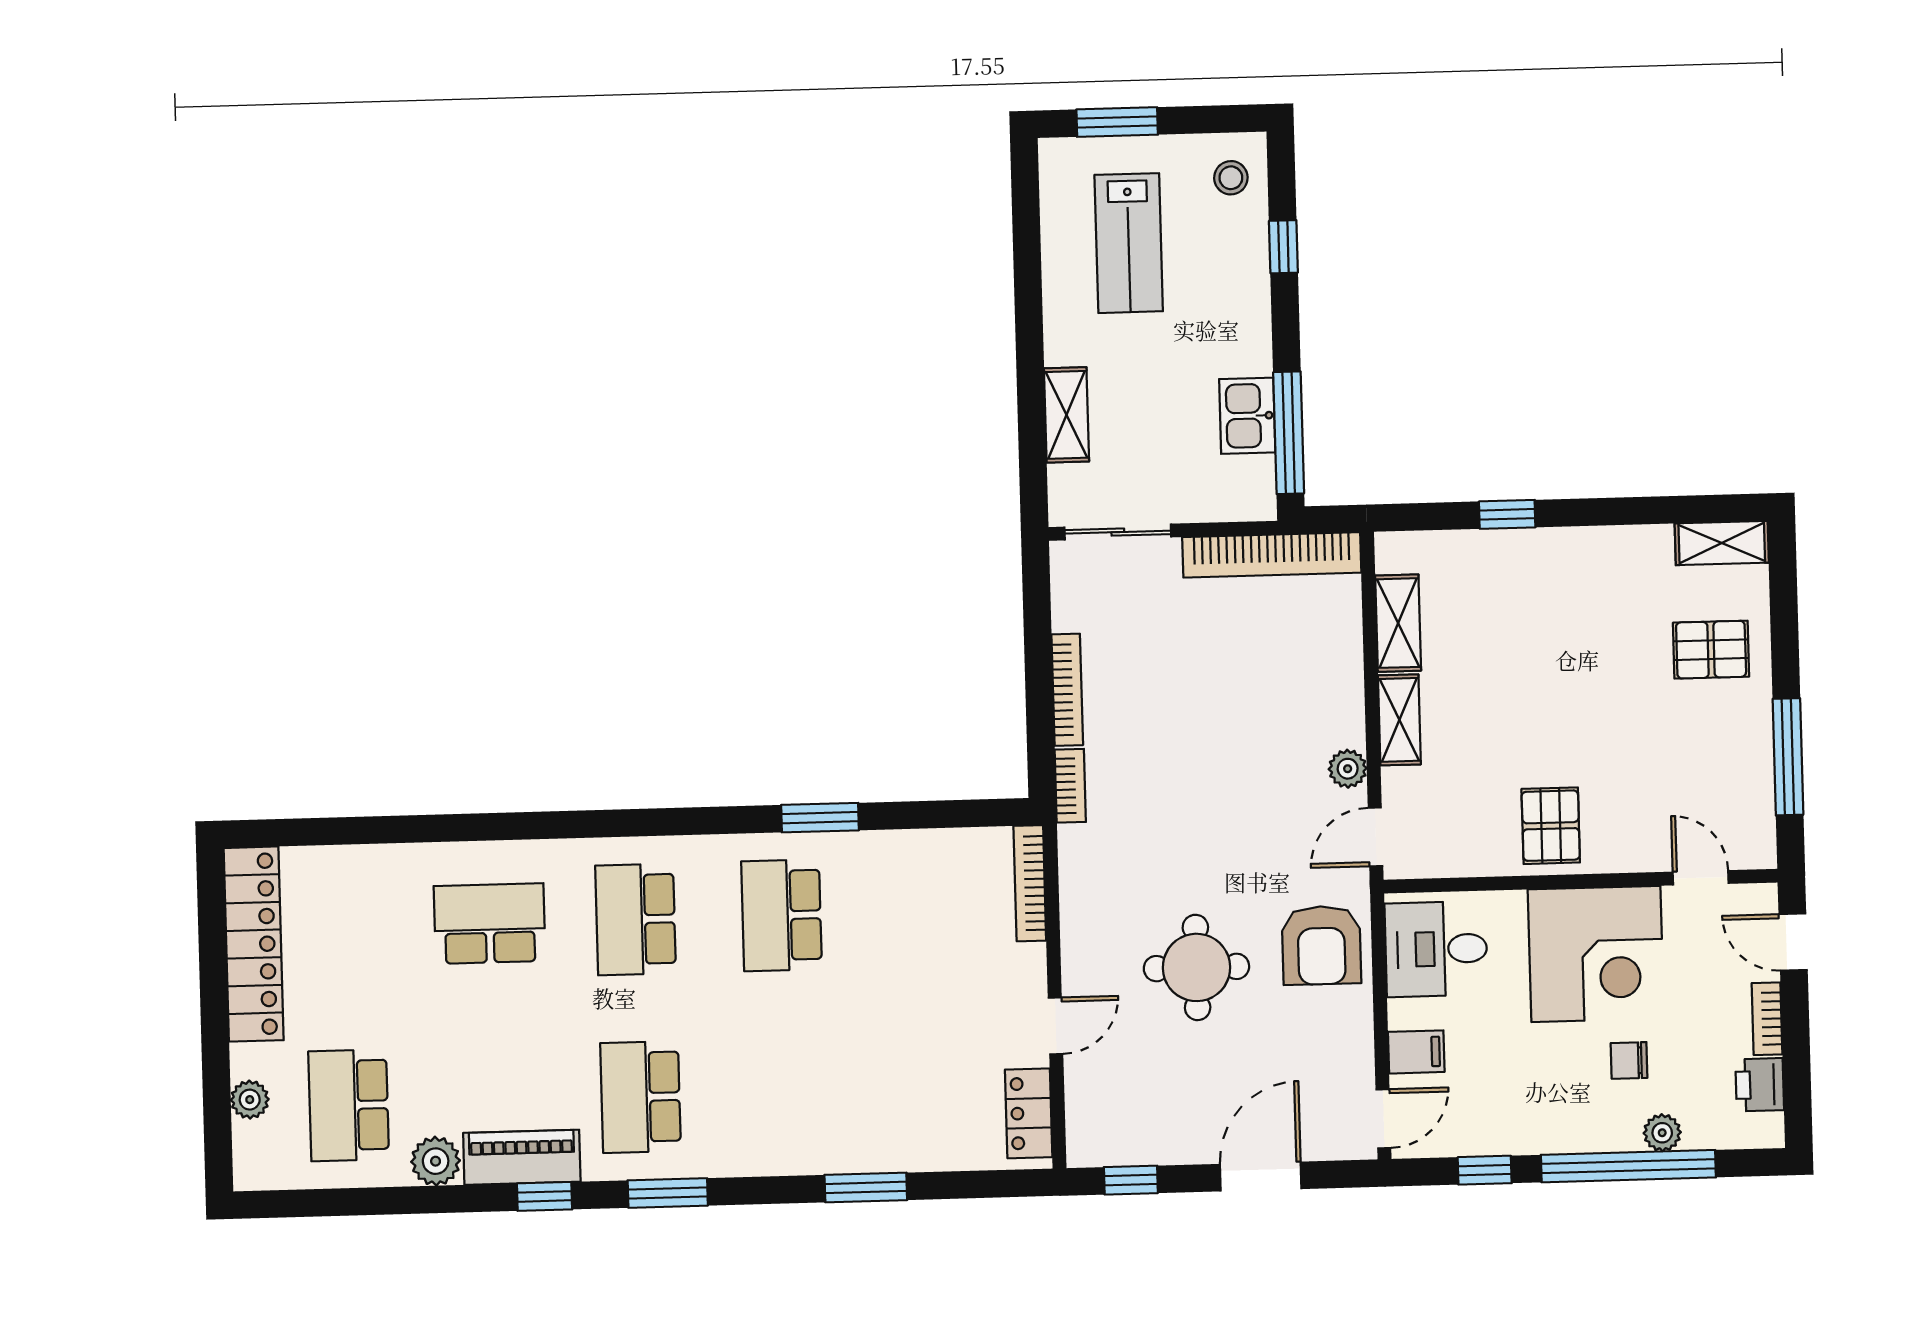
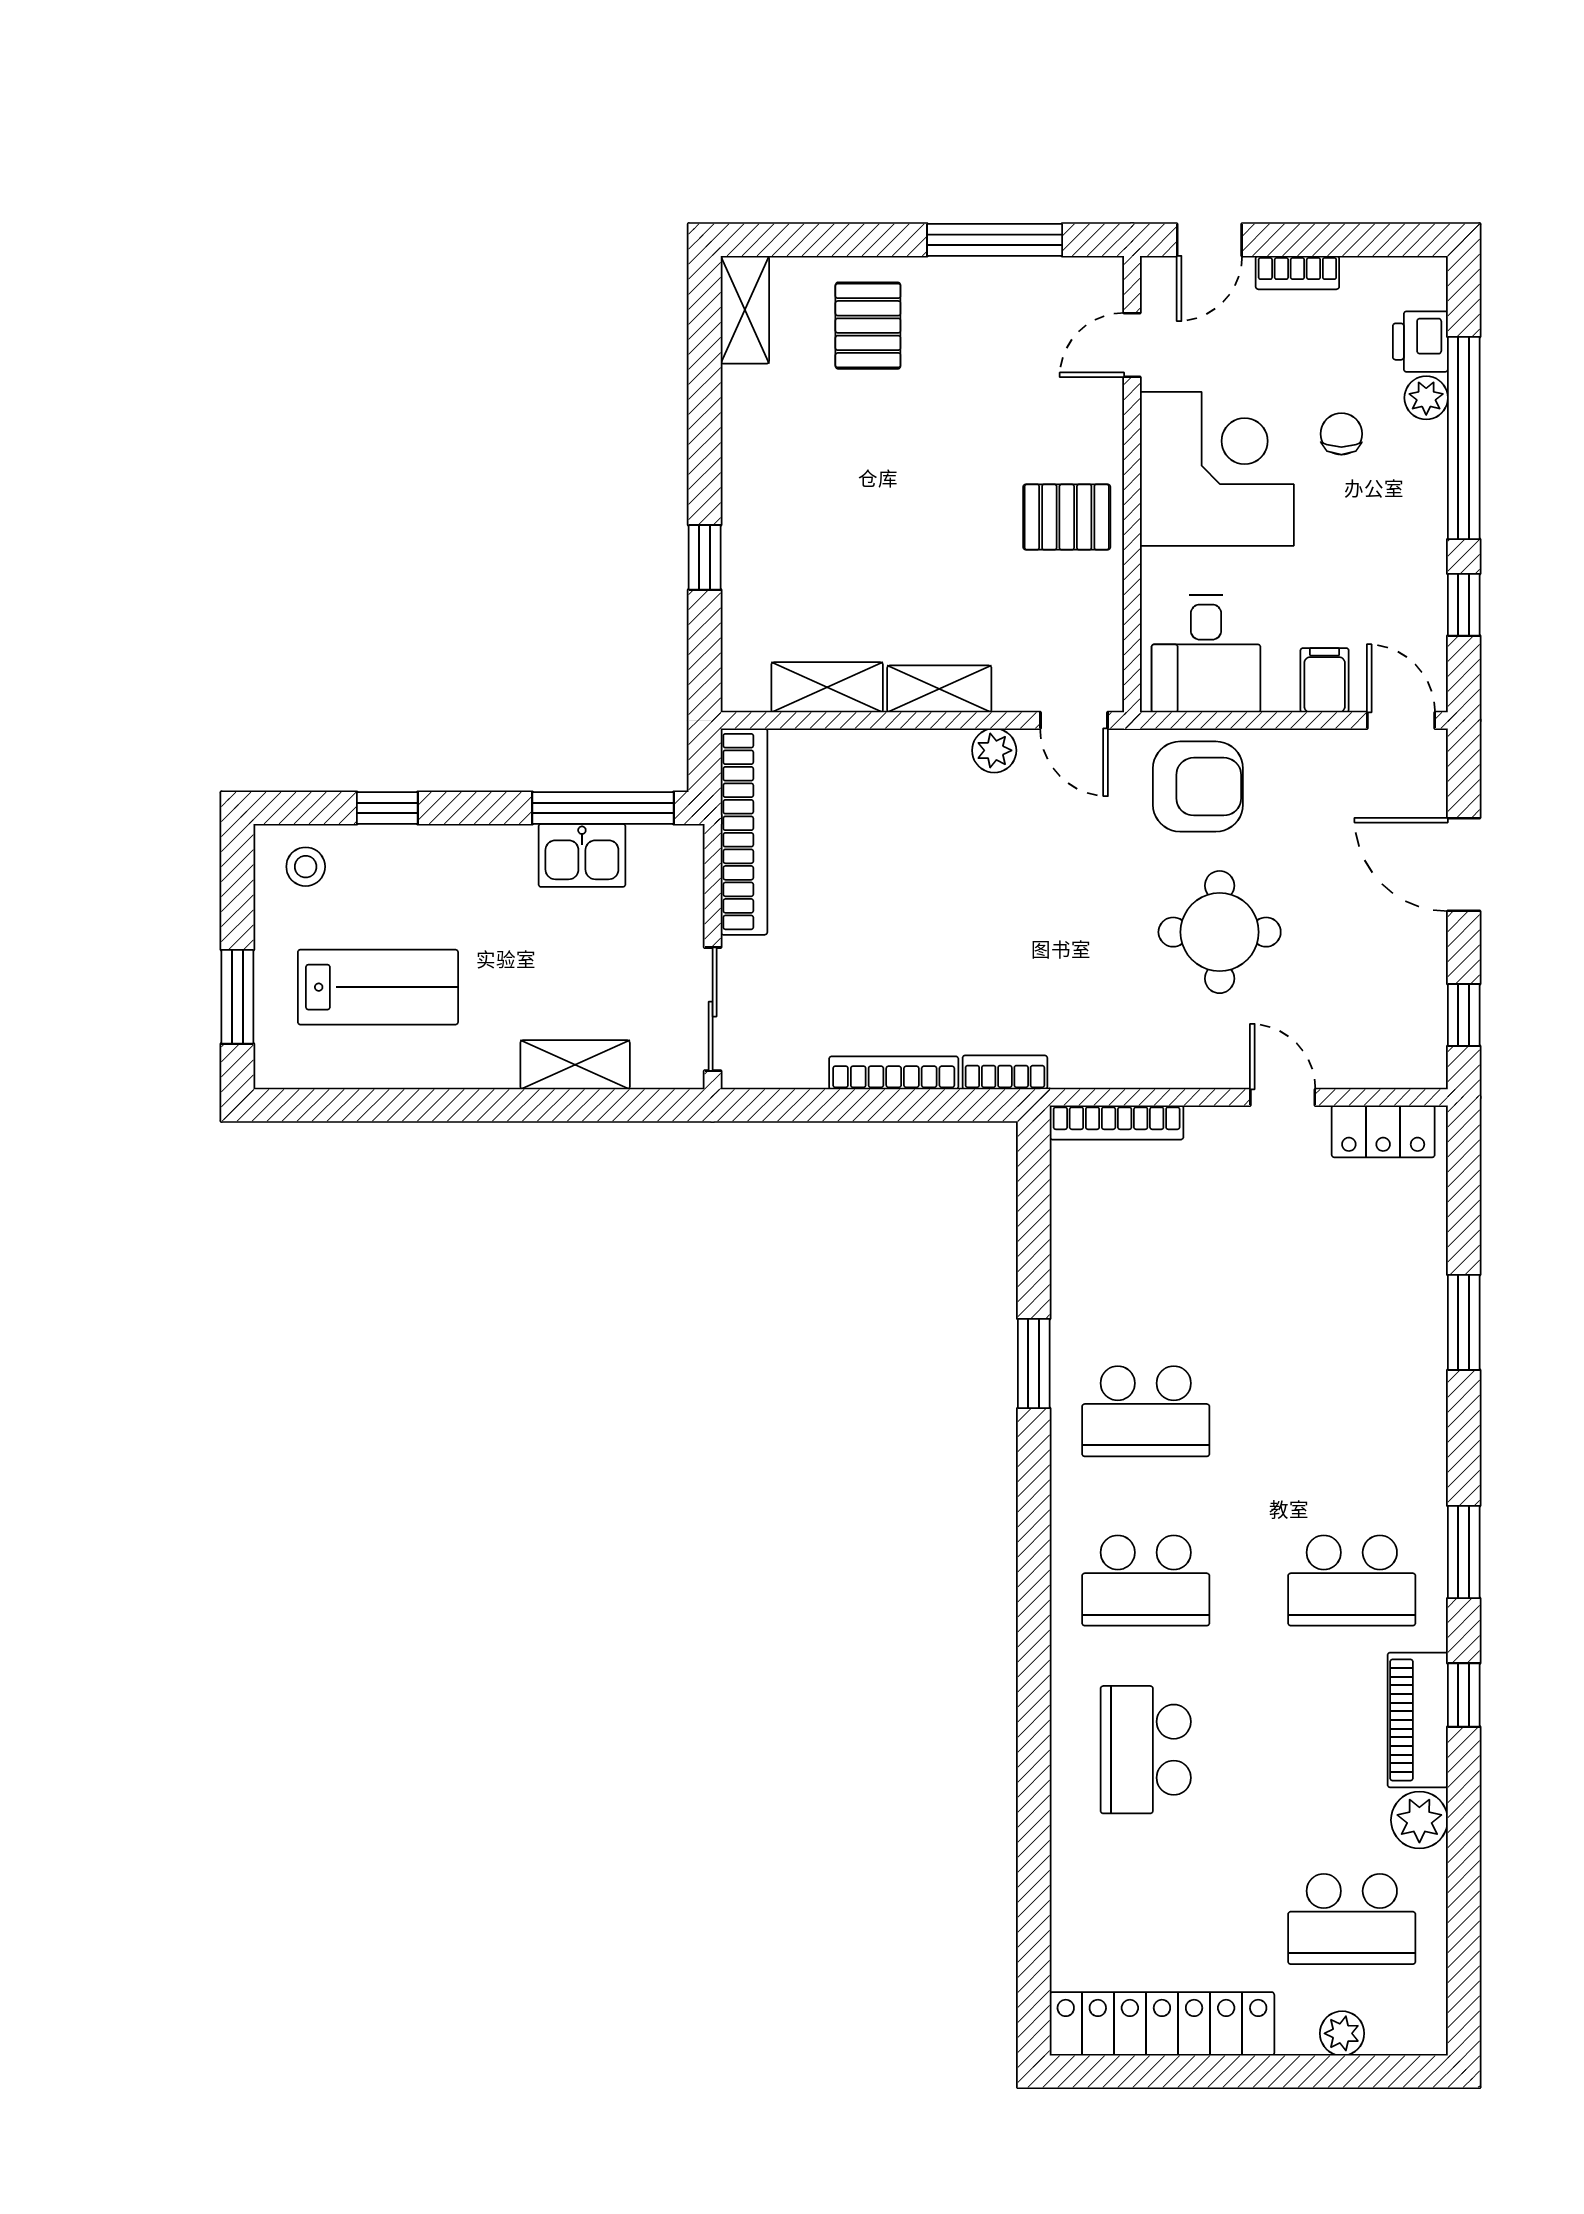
chair: (1629, 1060) -> (1341, 434), turned 180
printer: (1760, 1085) -> (1420, 342), moved, turned 90

